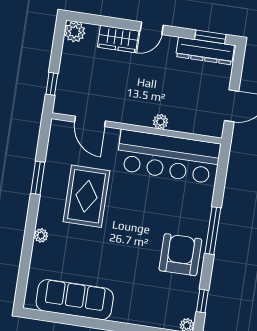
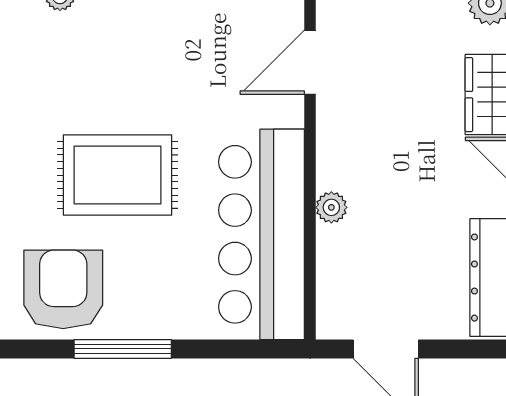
rug: (86, 196) -> (118, 175), moved
armchair: (180, 255) -> (63, 289), turned -90

